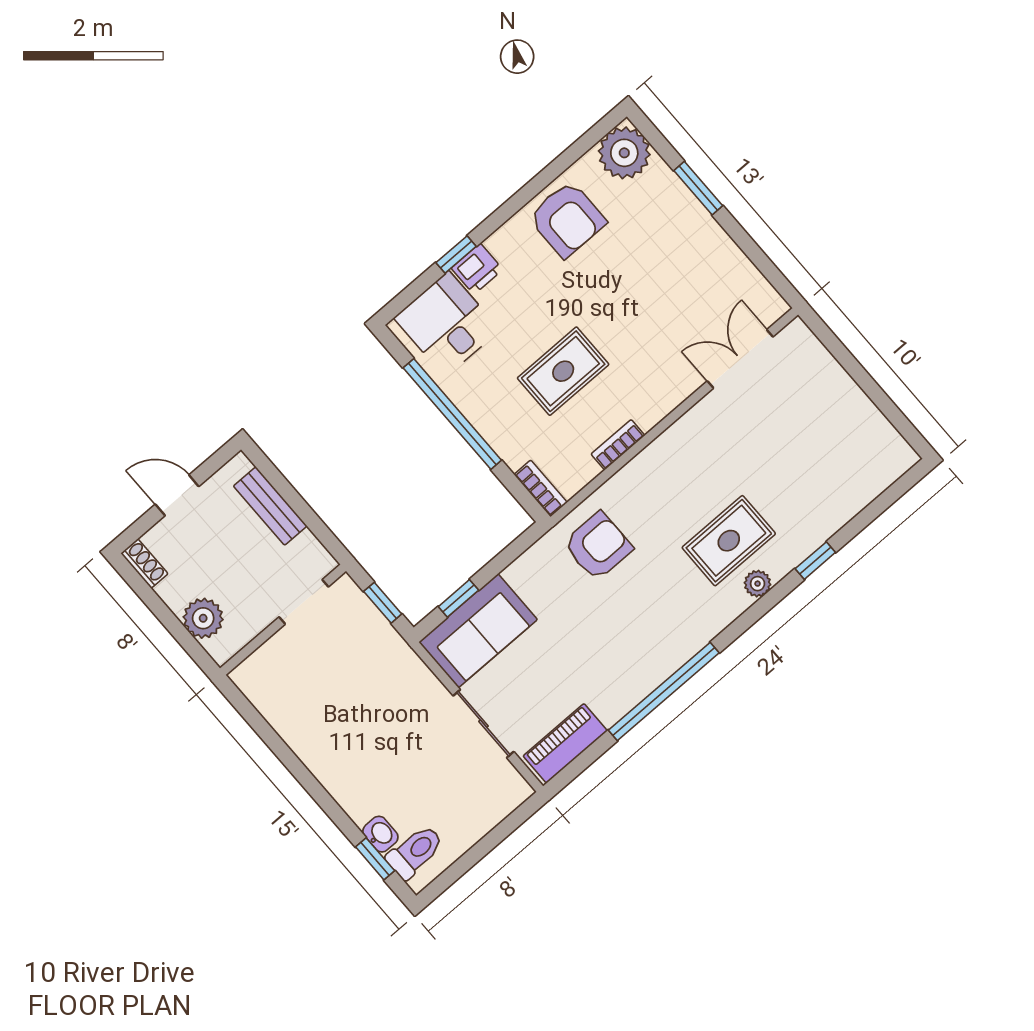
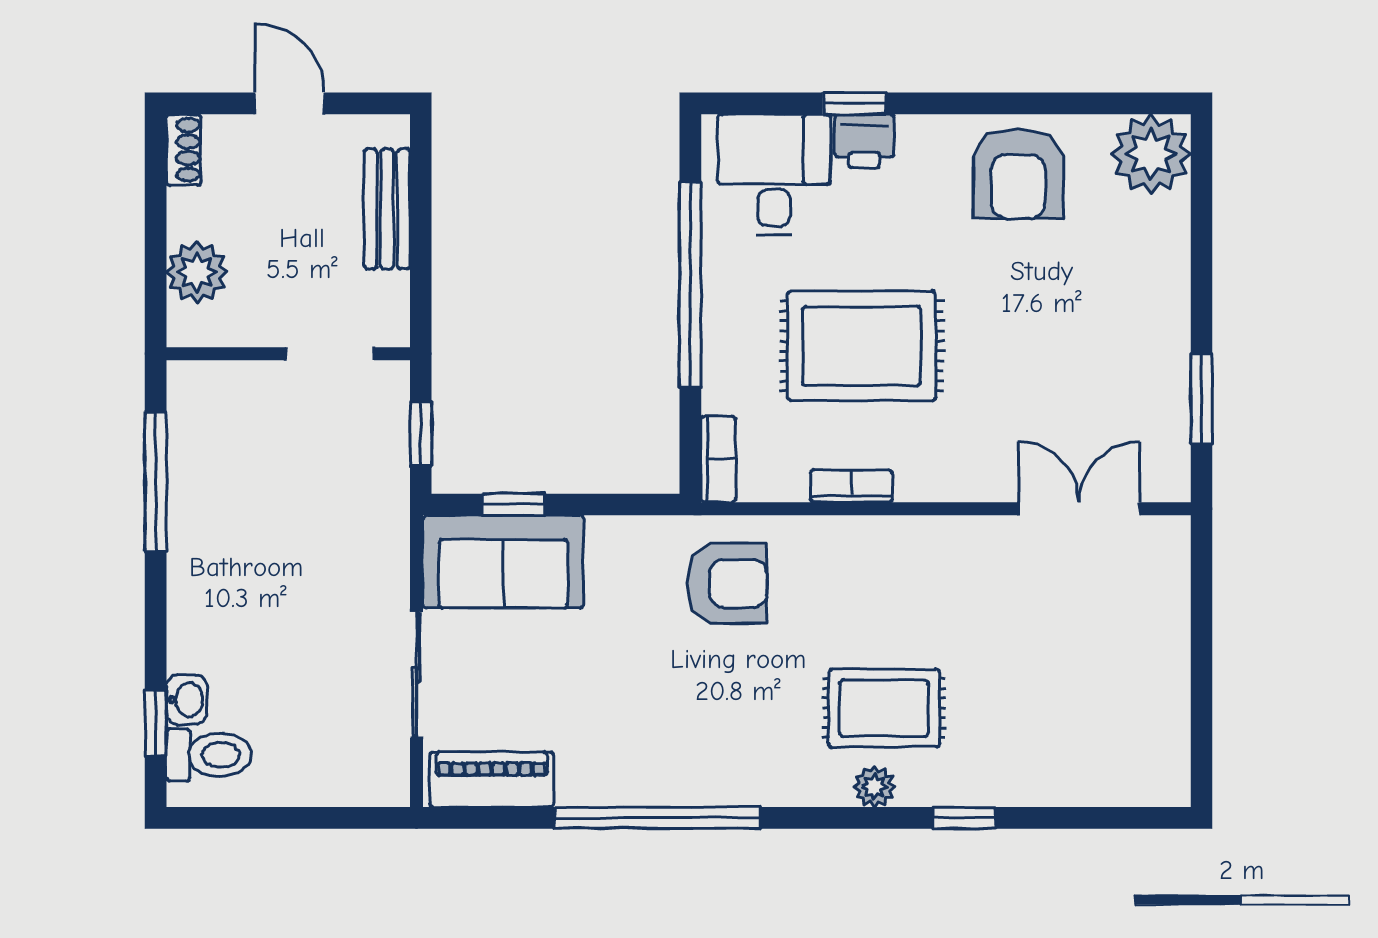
window: (698, 188) -> (1202, 399), moved
rug: (563, 371) -> (862, 346), width x1.36, depth x1.43
window: (272, 740) -> (156, 482), added

